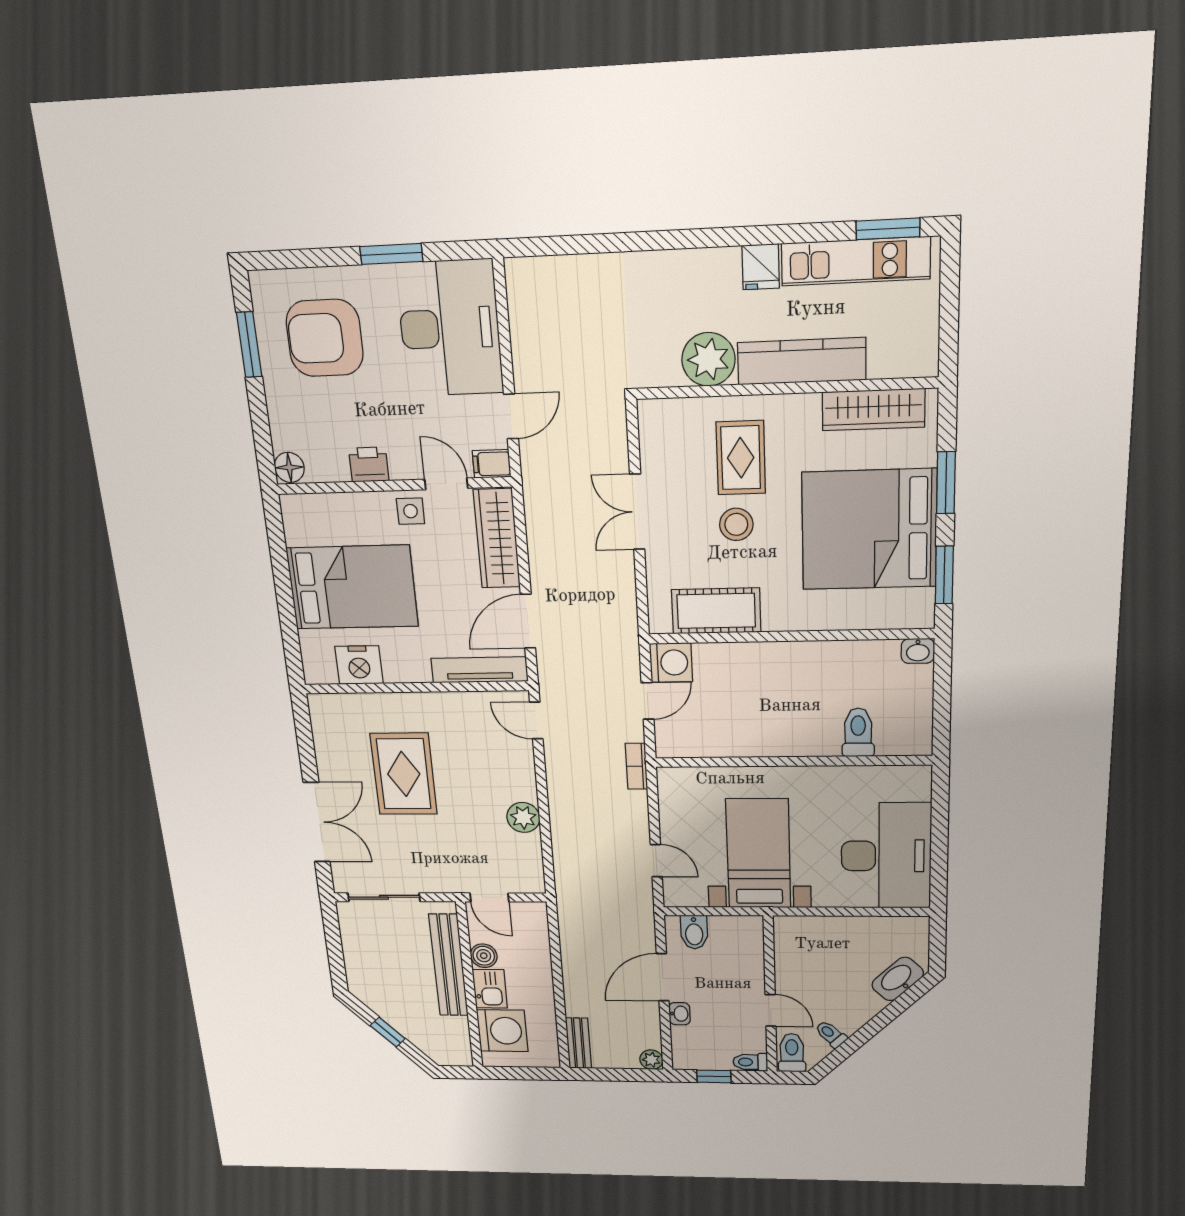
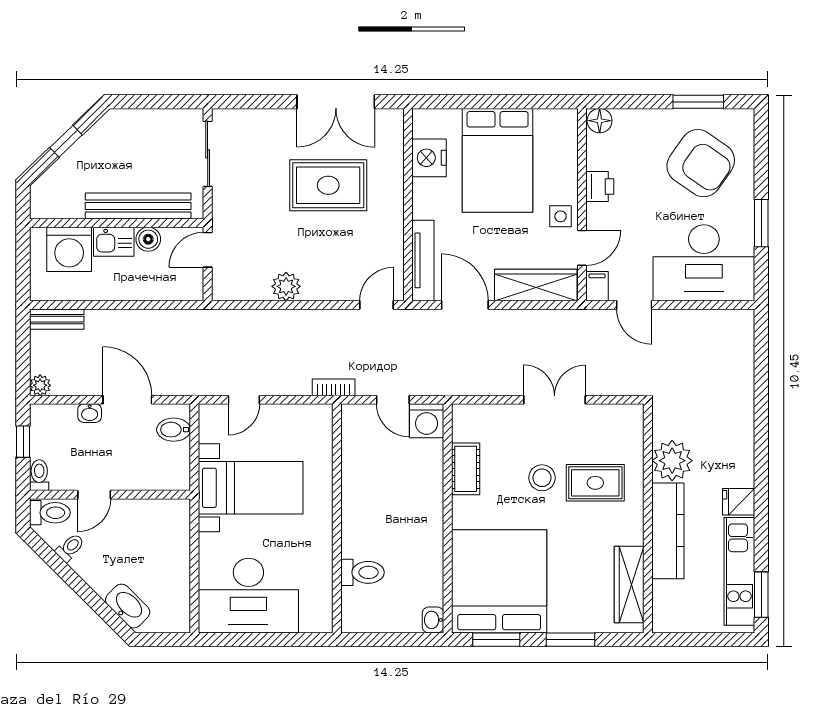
armchair: (325, 338) -> (701, 163), turned 125
bed: (869, 530) -> (499, 581), moved
cot: (716, 611) -> (466, 469), width x0.73, depth x0.75
double door: (317, 822) -> (336, 102), moved

